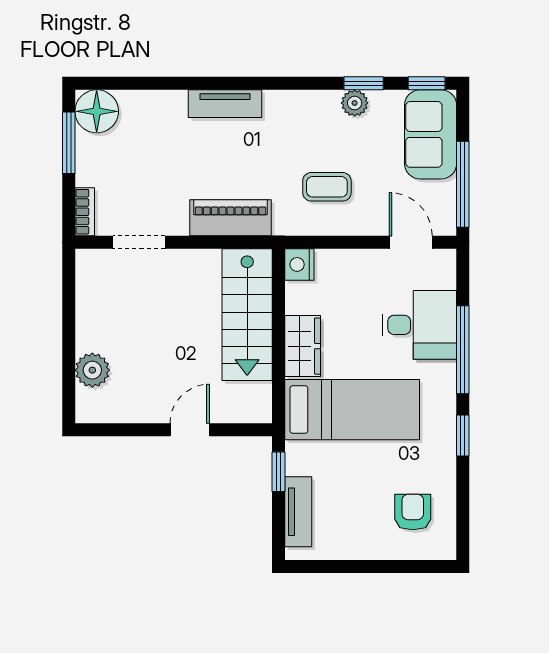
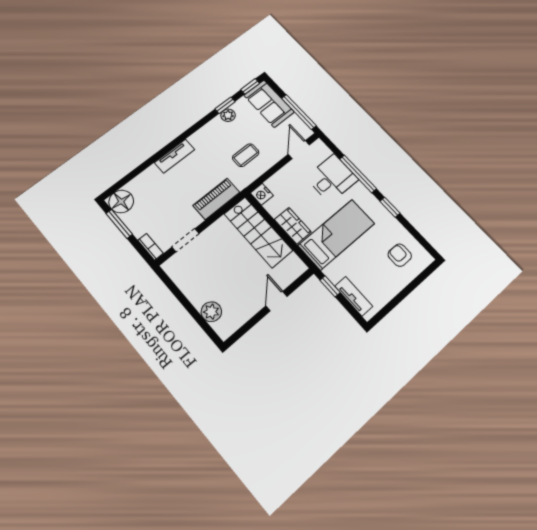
door: (411, 242) -> (299, 150), hinge flipped

